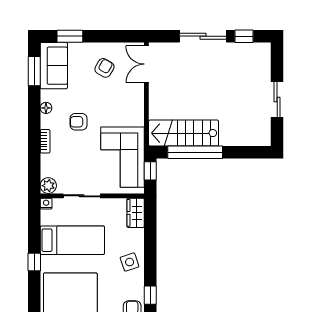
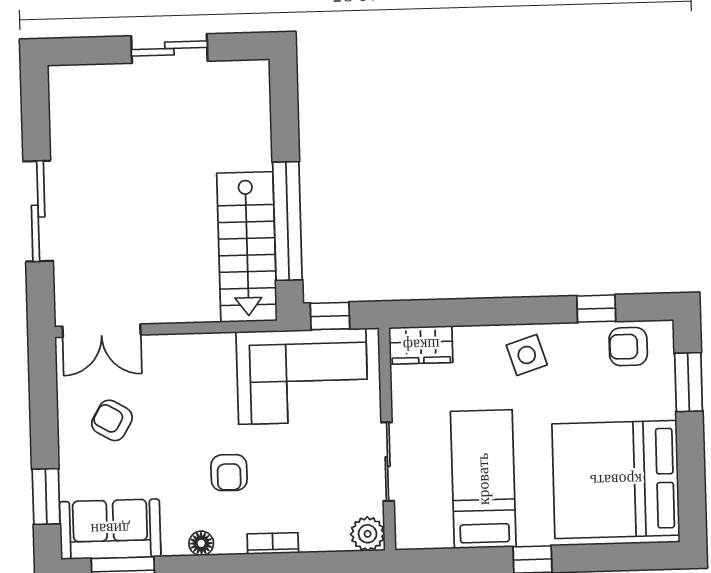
window: (244, 36) -> (36, 123), removed
nightstand: (46, 204) -> (406, 537), removed

